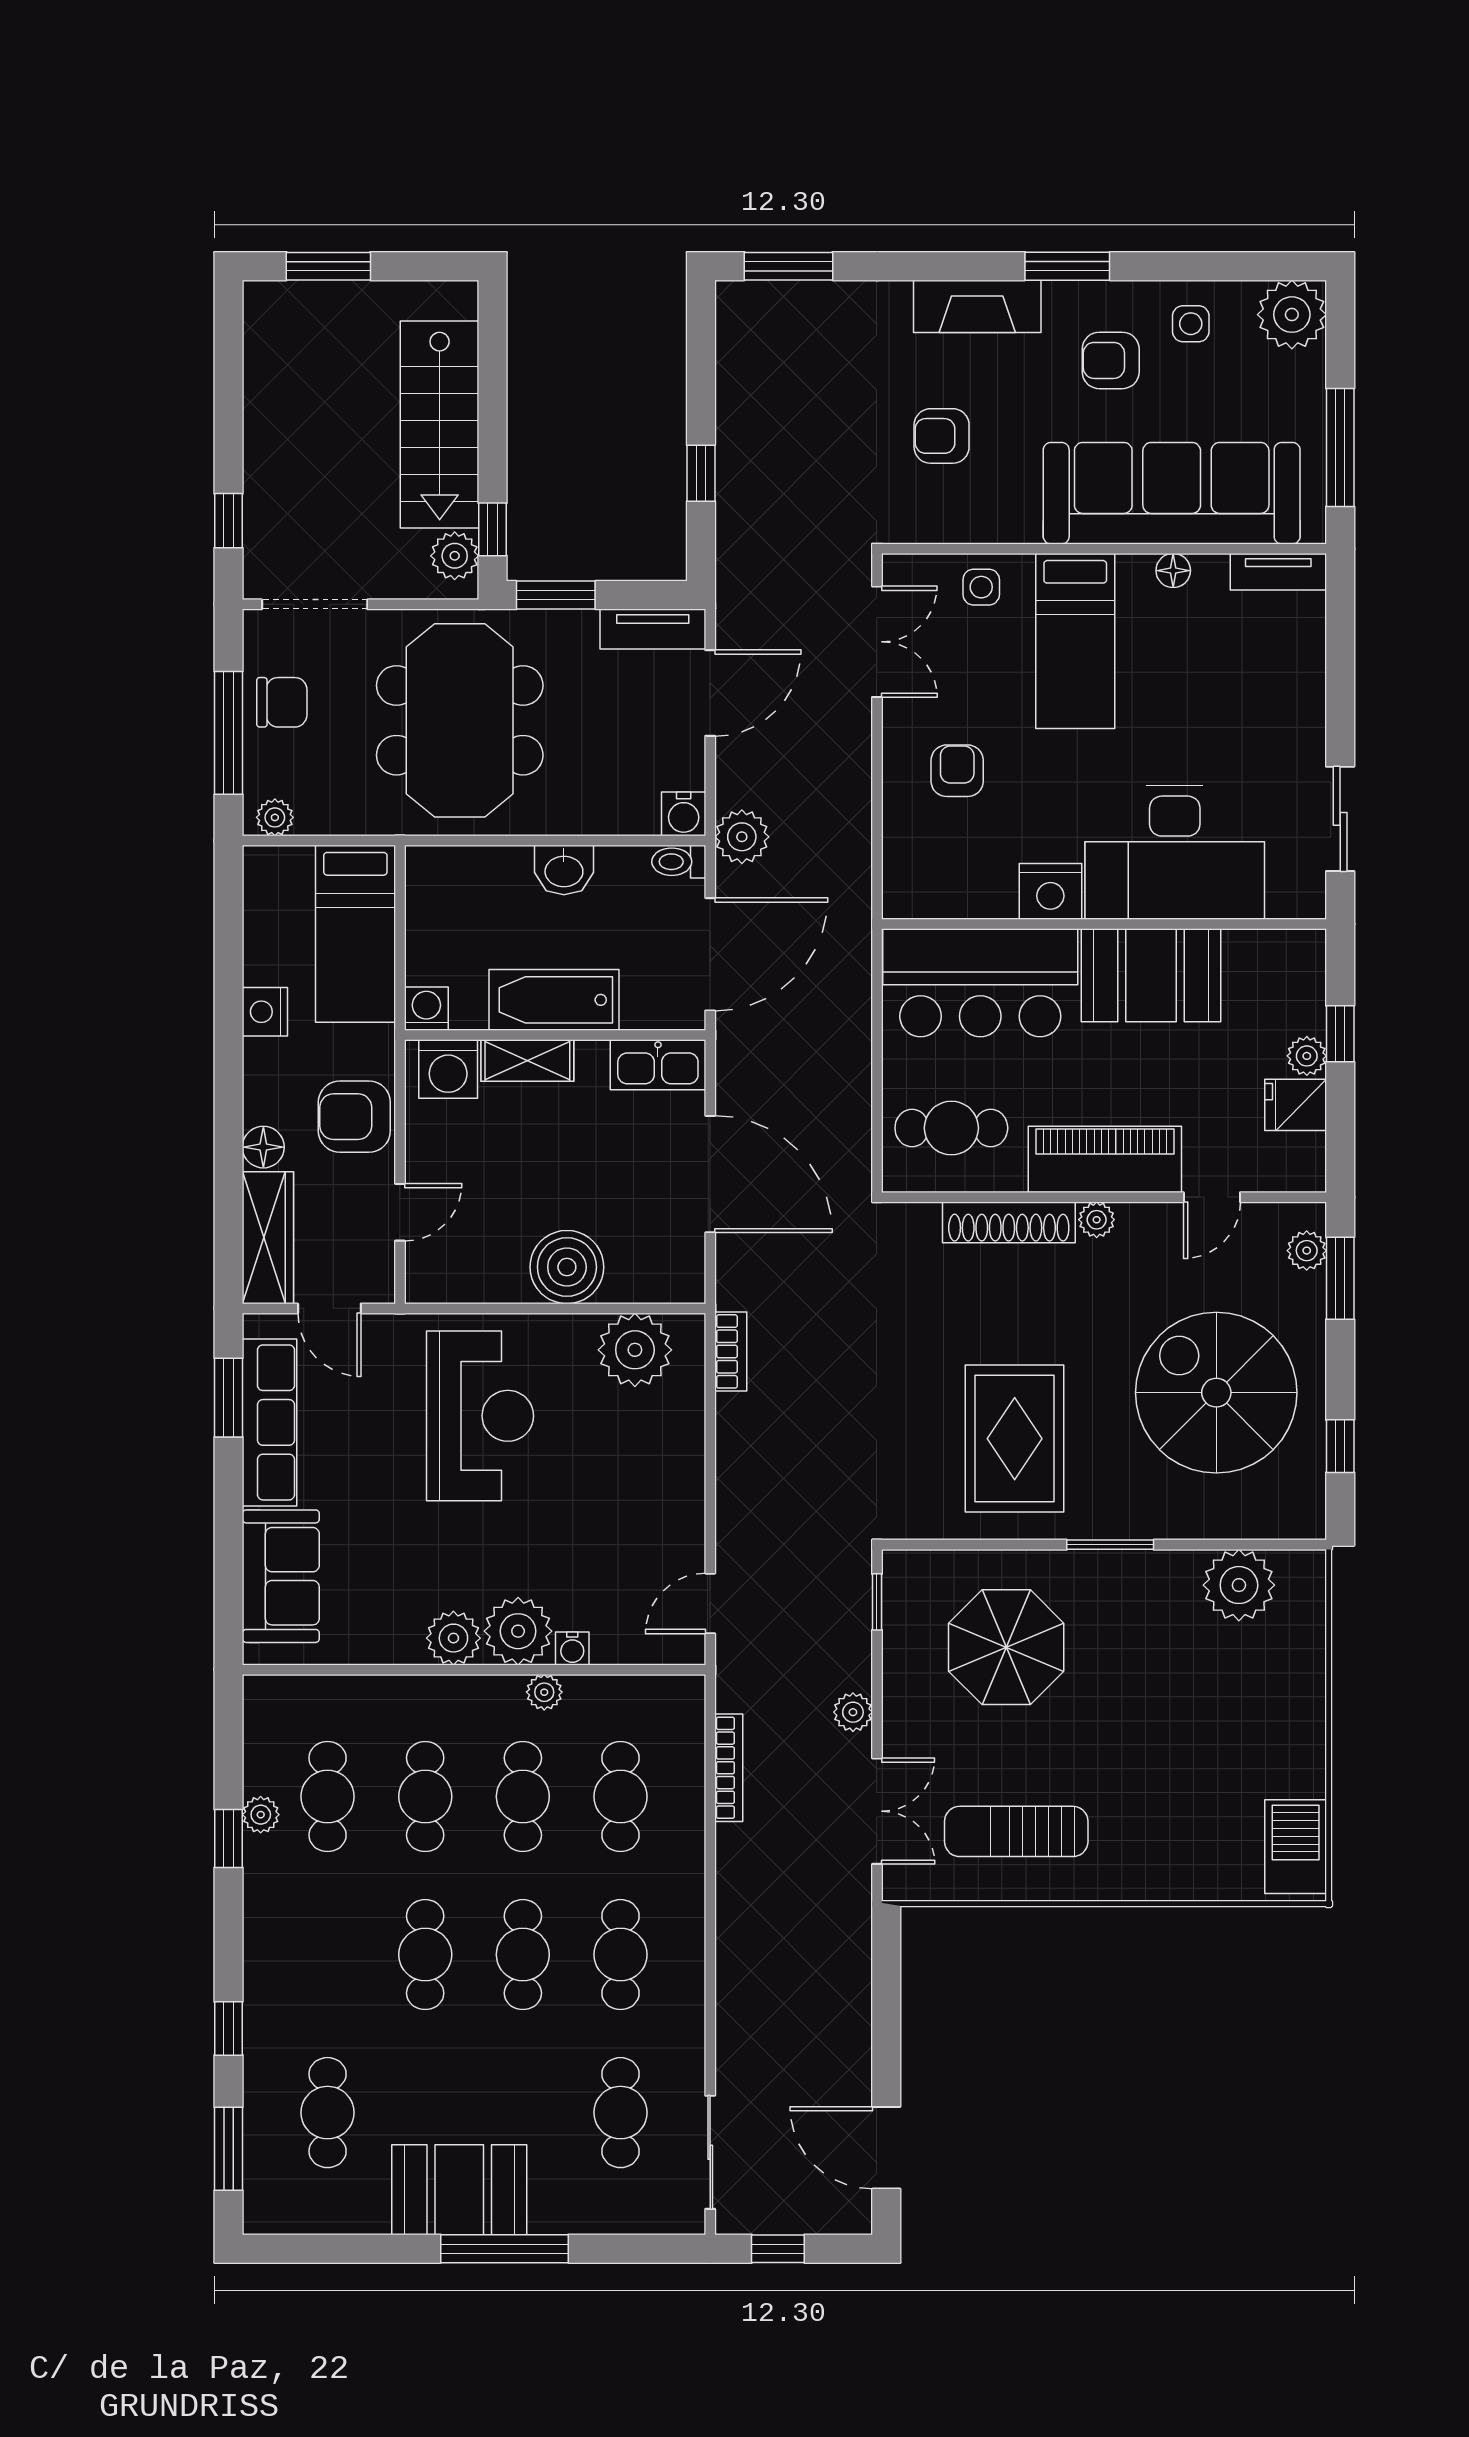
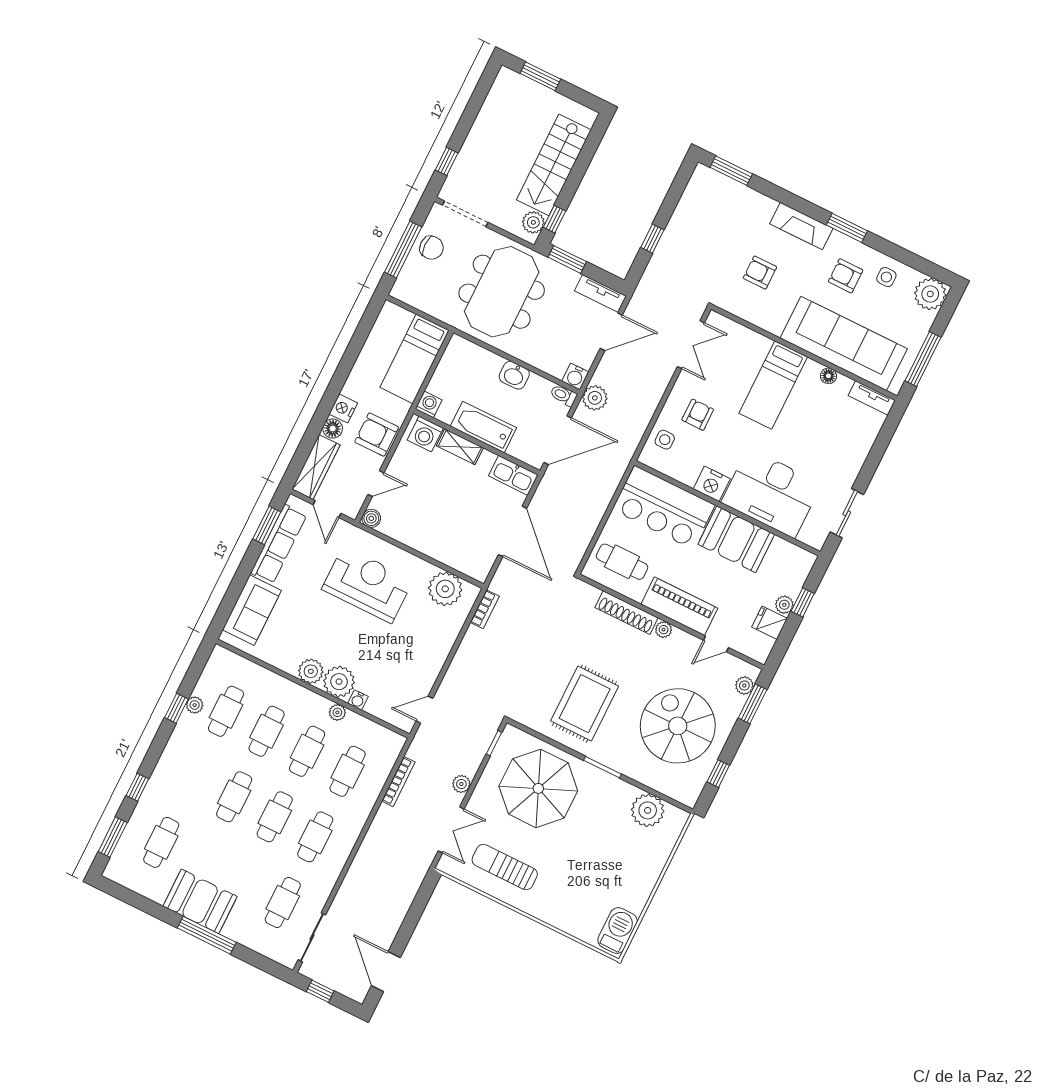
side table: (981, 587) -> (665, 440), moved
plant: (275, 817) -> (405, 294), removed
nightstand: (265, 1012) -> (343, 408), moved
boiler: (567, 1267) -> (371, 518), moved, width x0.54, depth x0.54
reception desk: (480, 1416) -> (367, 585), turned -90
parasol: (1006, 1647) -> (538, 788), width x1.36, depth x1.36

